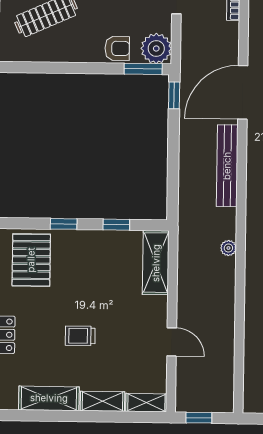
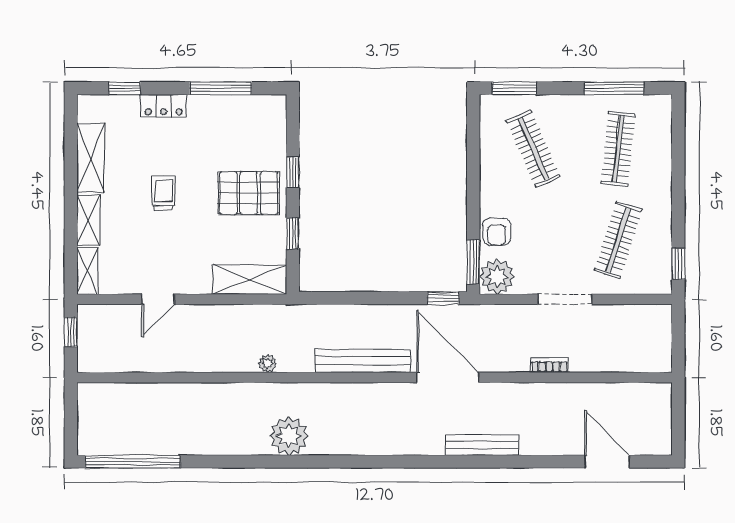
pallet: (31, 260) -> (249, 193), moved

